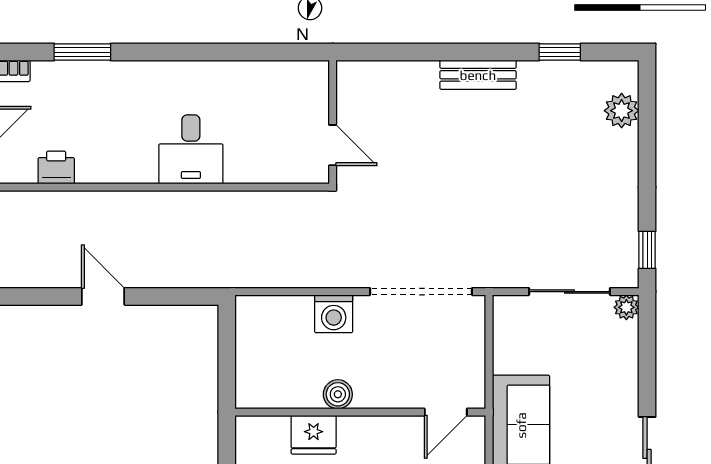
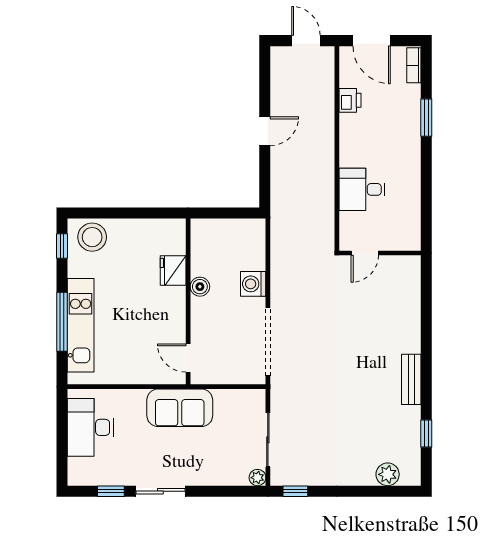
wall: (333, 122) -> (380, 253), moved
door: (333, 145) -> (365, 253), moved

